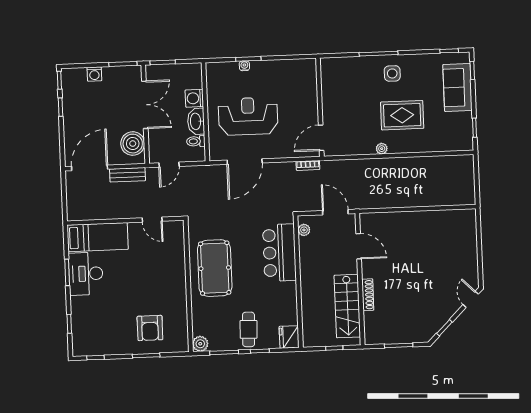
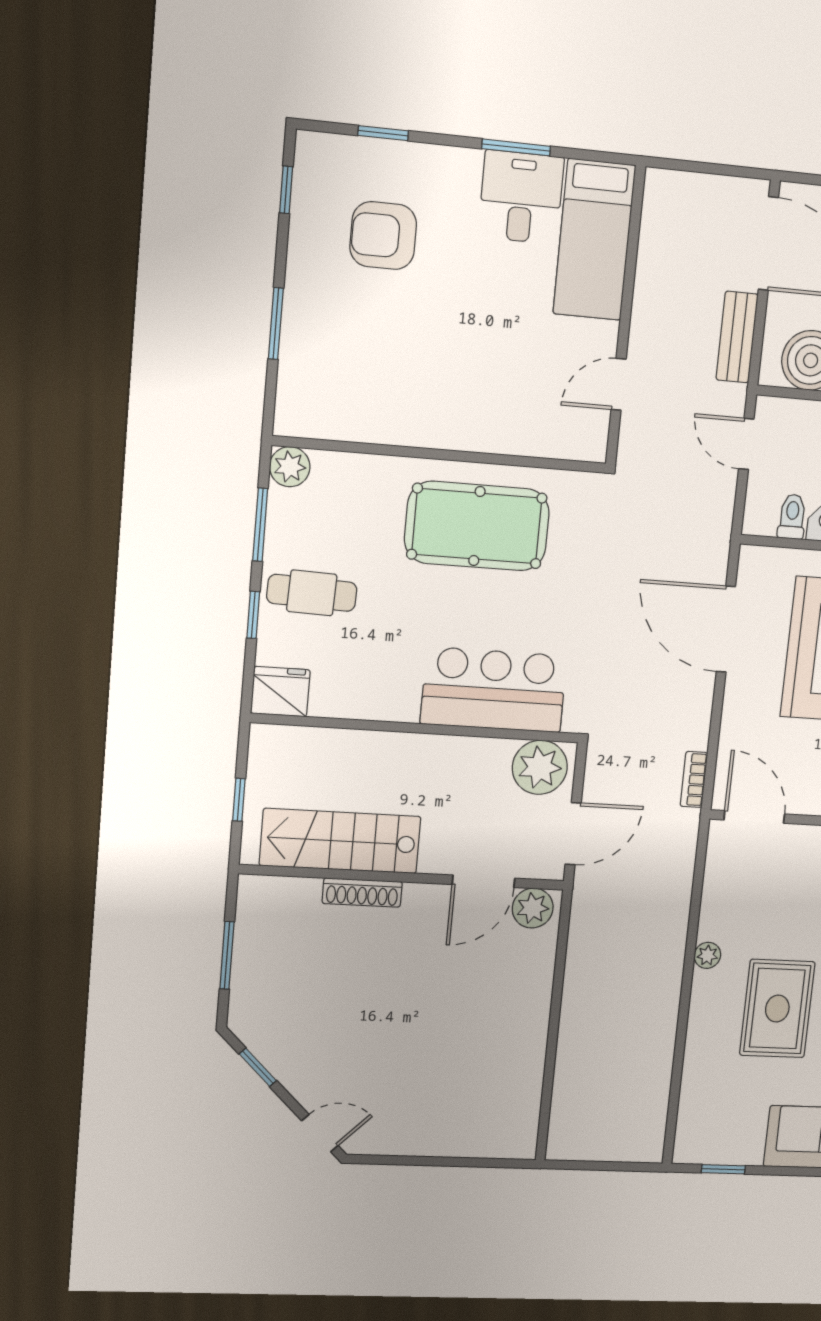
plant: (368, 225) -> (533, 908), added
plant: (304, 230) -> (540, 767), width x1.88, depth x1.88
desk: (86, 274) -> (521, 197), width x0.73
armchair: (150, 328) -> (383, 236), moved

